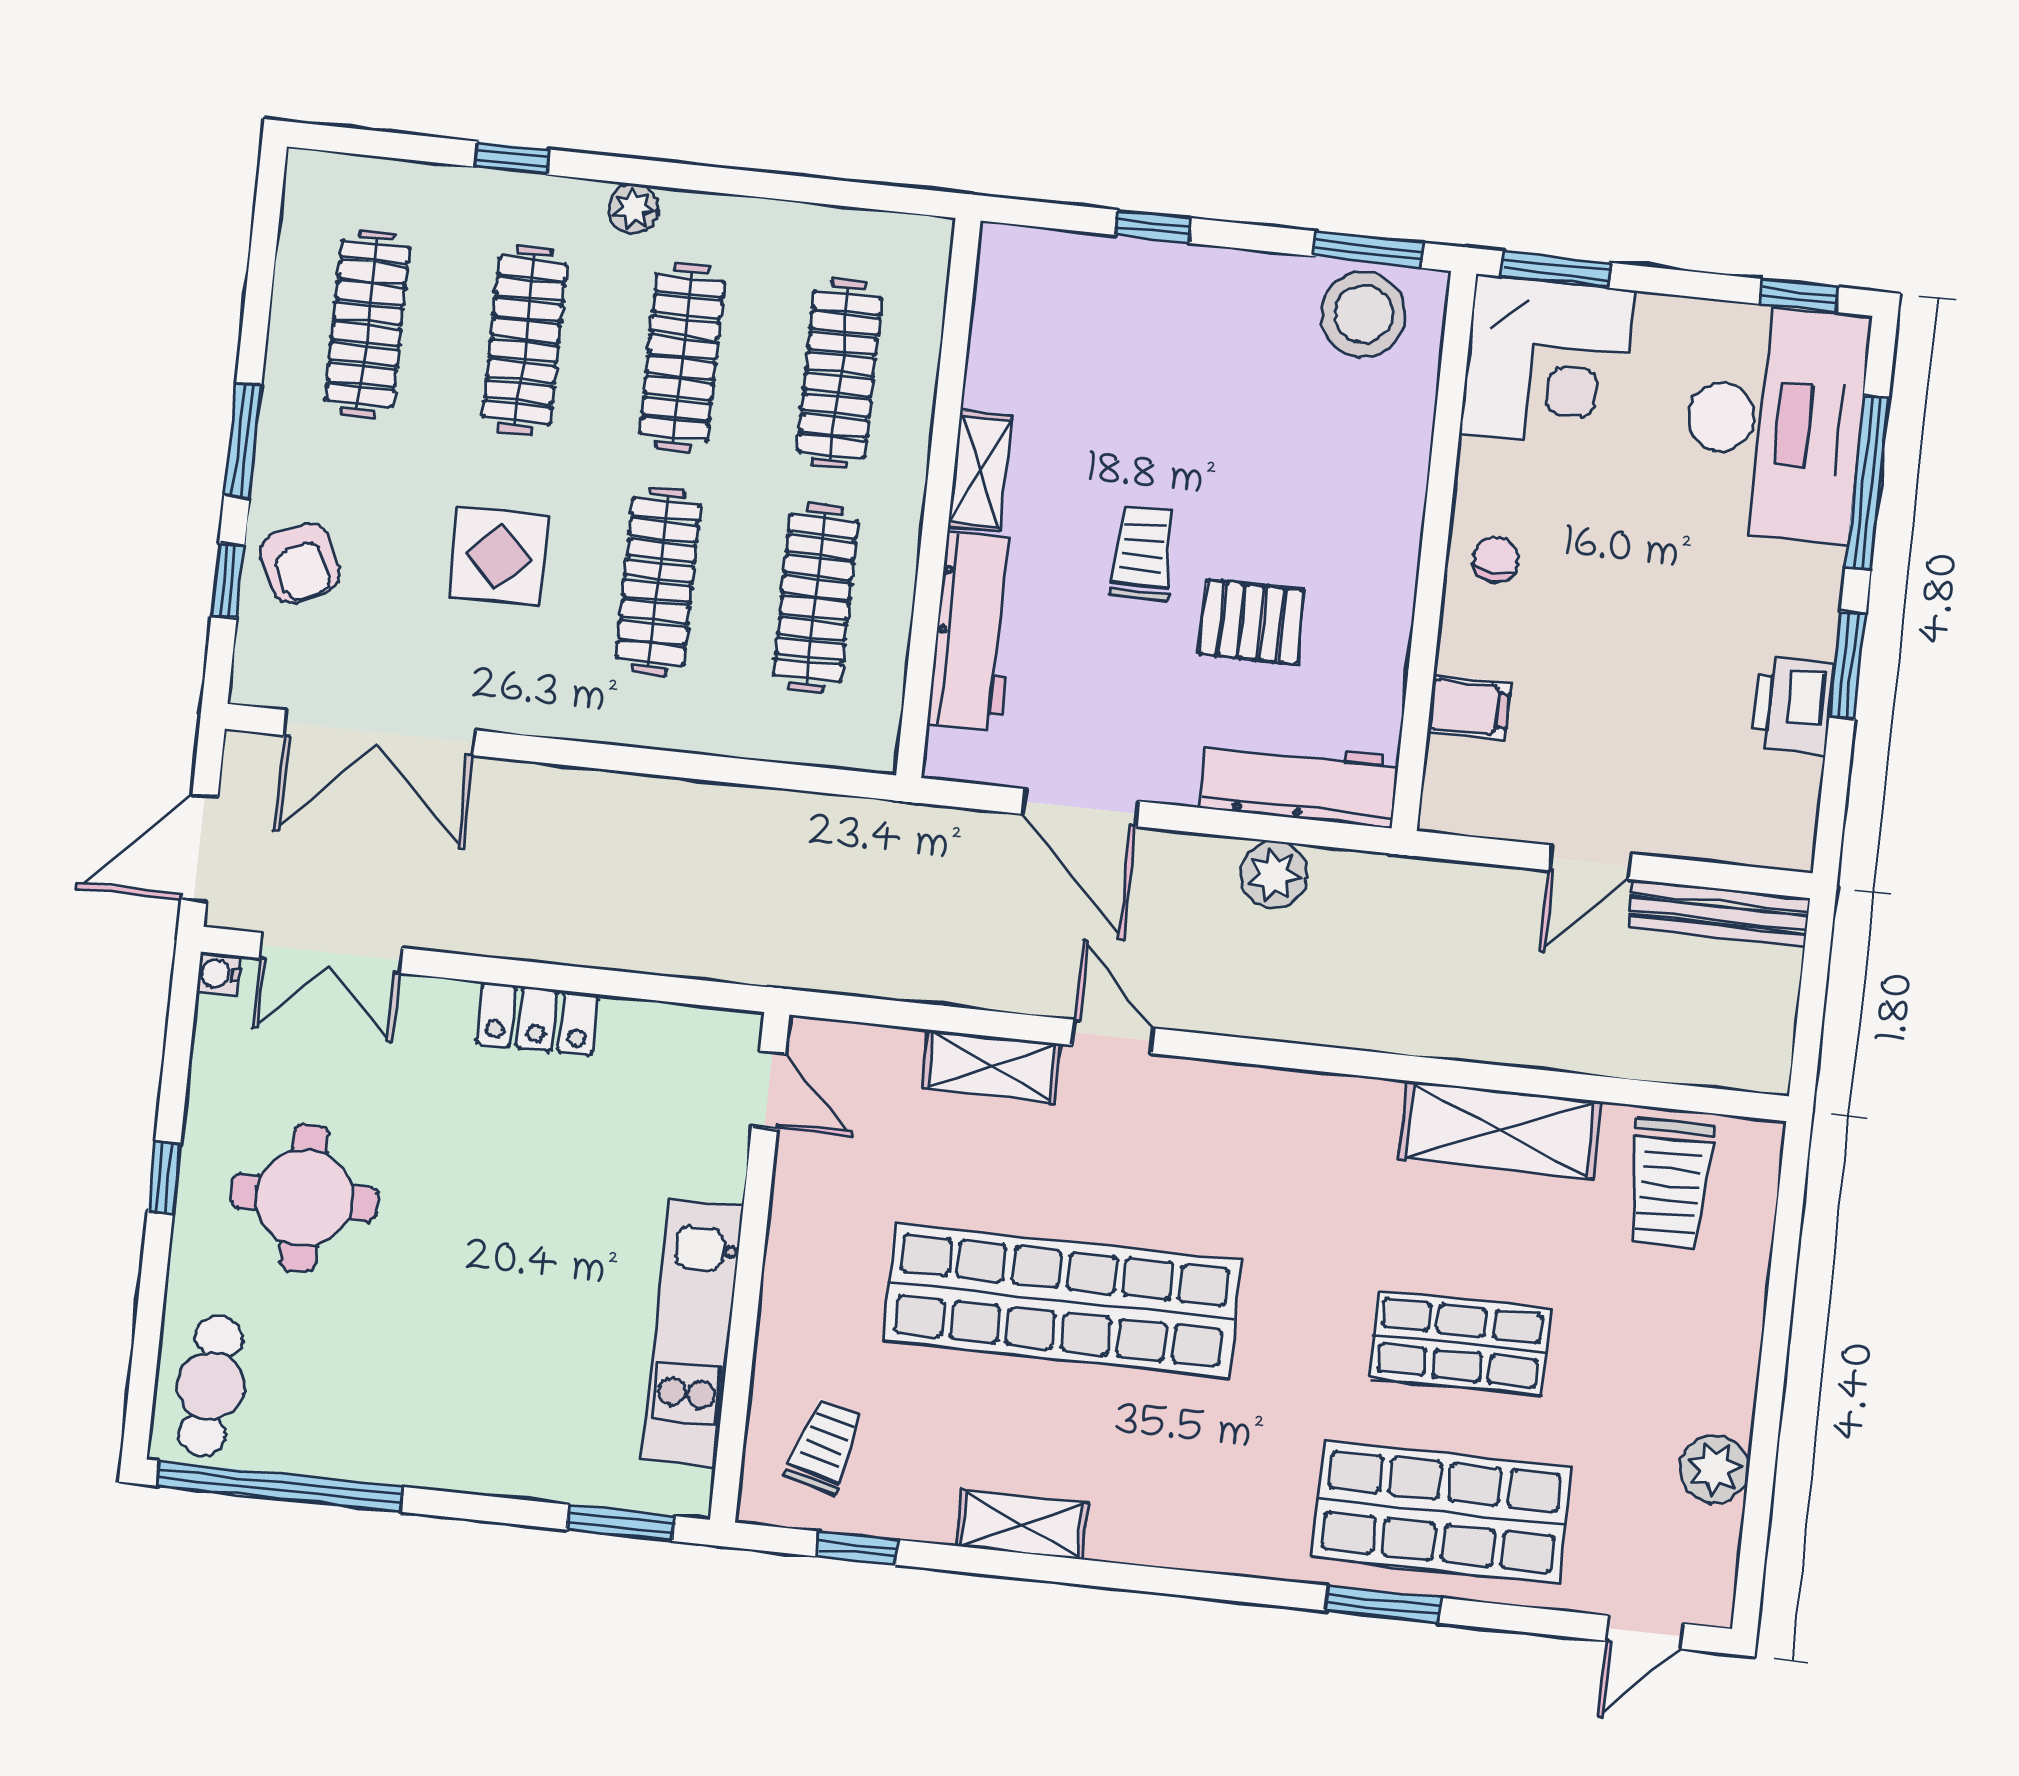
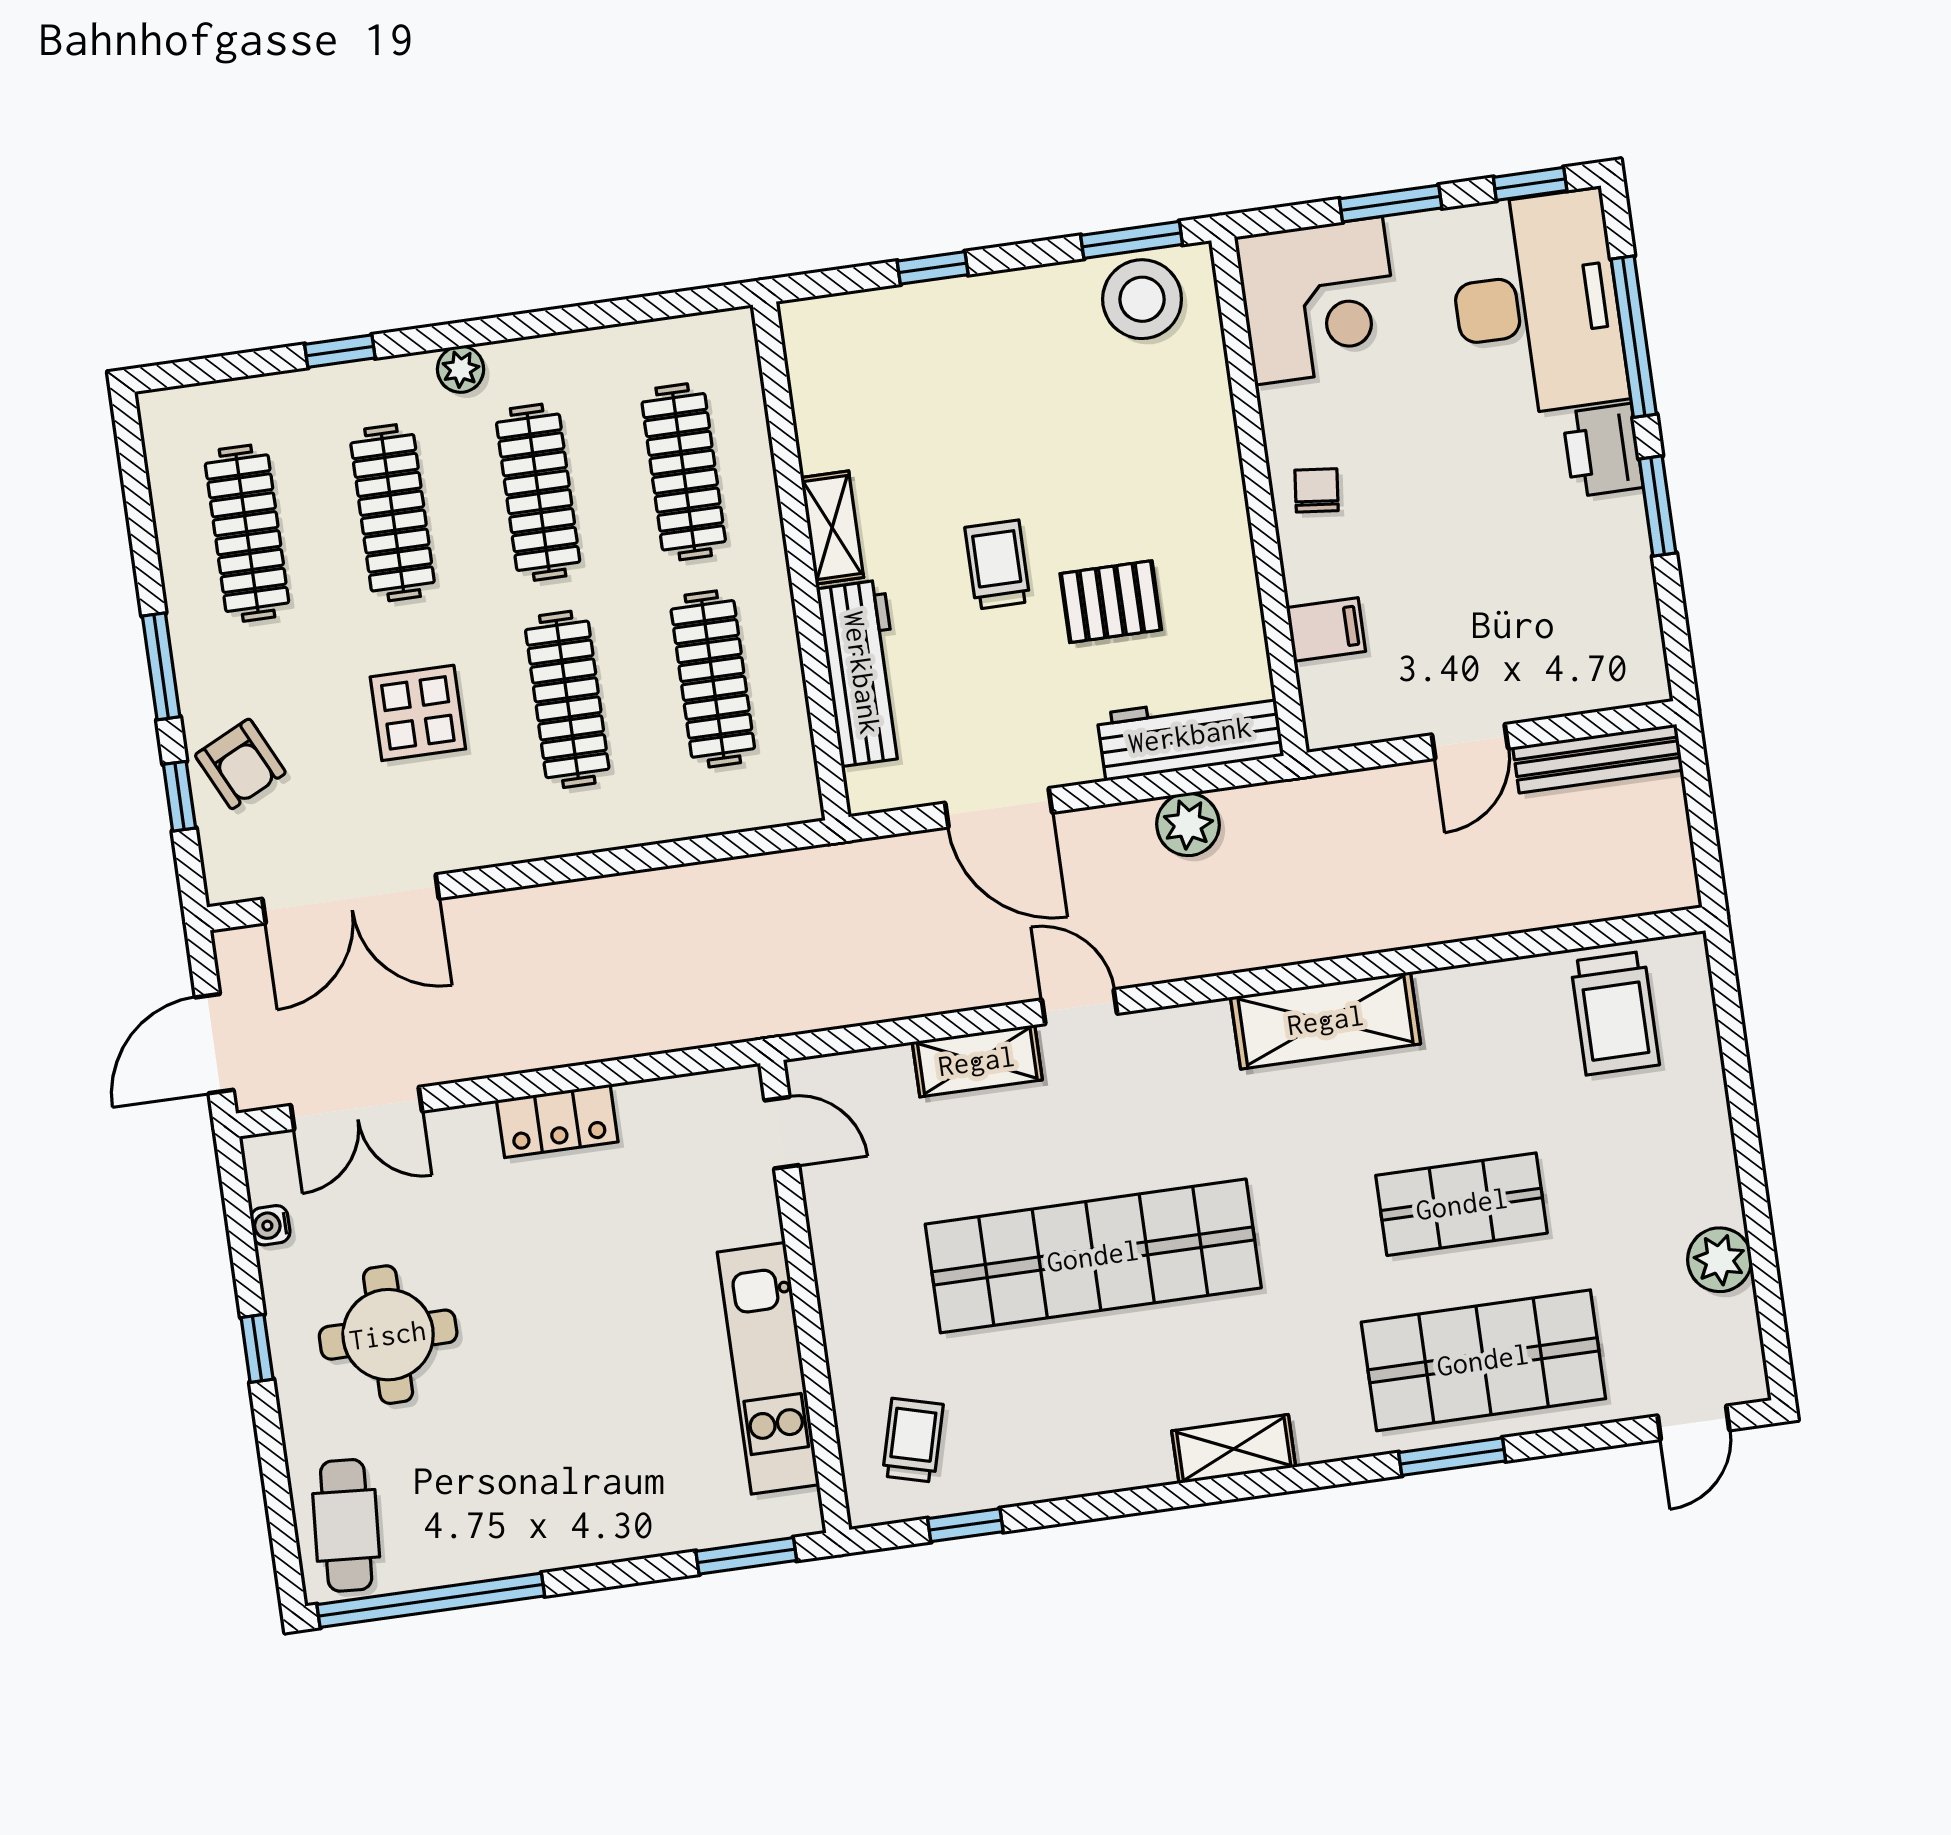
window: (1556, 270) -> (1391, 203), moved
printer: (1793, 705) -> (1603, 450), moved
water cooler: (219, 974) -> (270, 1225), moved
shelving: (1500, 1130) -> (1326, 1020), moved
shelving: (1022, 1524) -> (1234, 1449), moved

